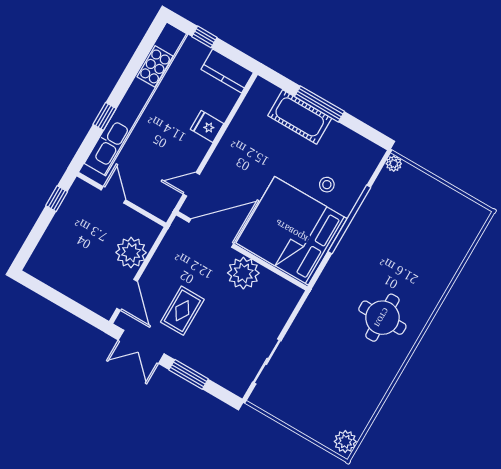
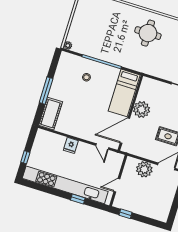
kitchen counter: (227, 71) -> (40, 142), removed
cot: (300, 117) -> (51, 114), moved
bed: (291, 231) -> (124, 93), width x0.49
door: (211, 233) -> (125, 131), hinge flipped

